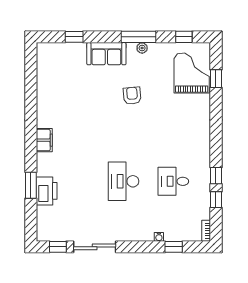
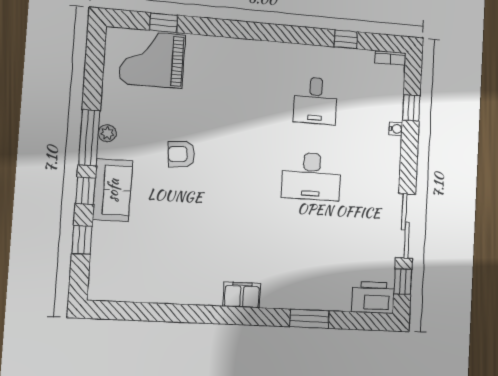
window: (184, 37) -> (85, 191), moved
window: (216, 176) -> (311, 36), removed
printer: (47, 191) -> (373, 297), moved

